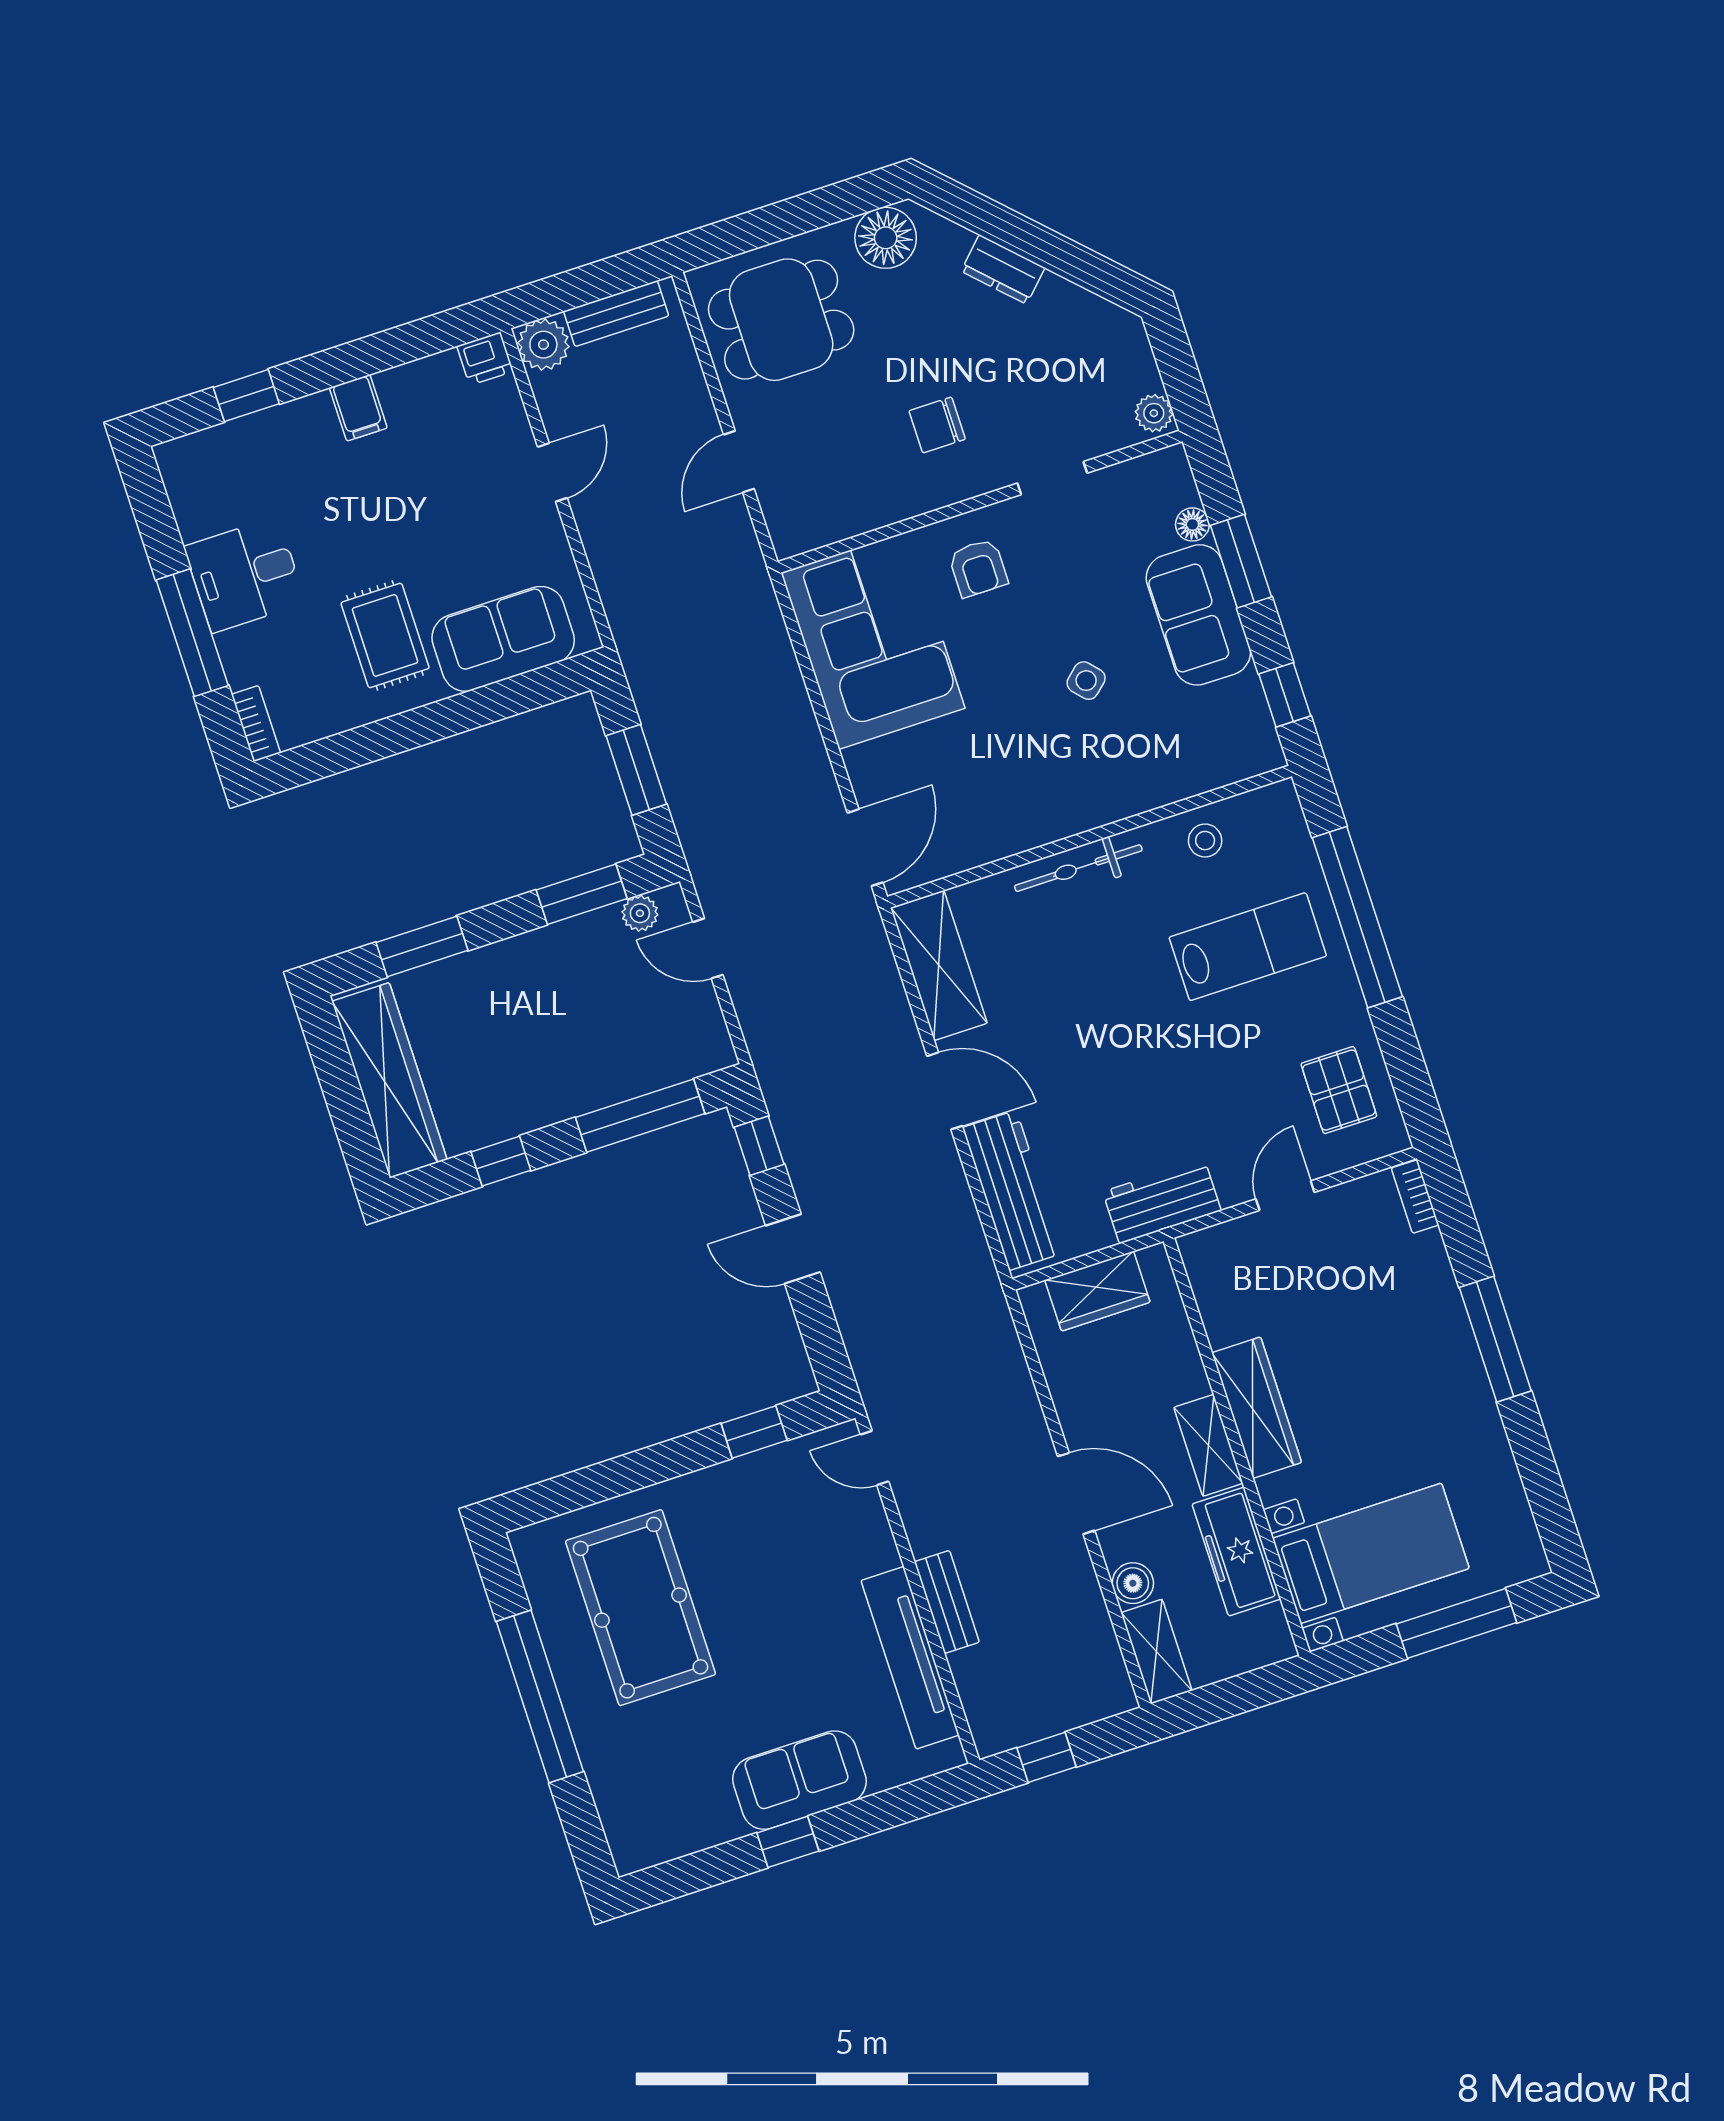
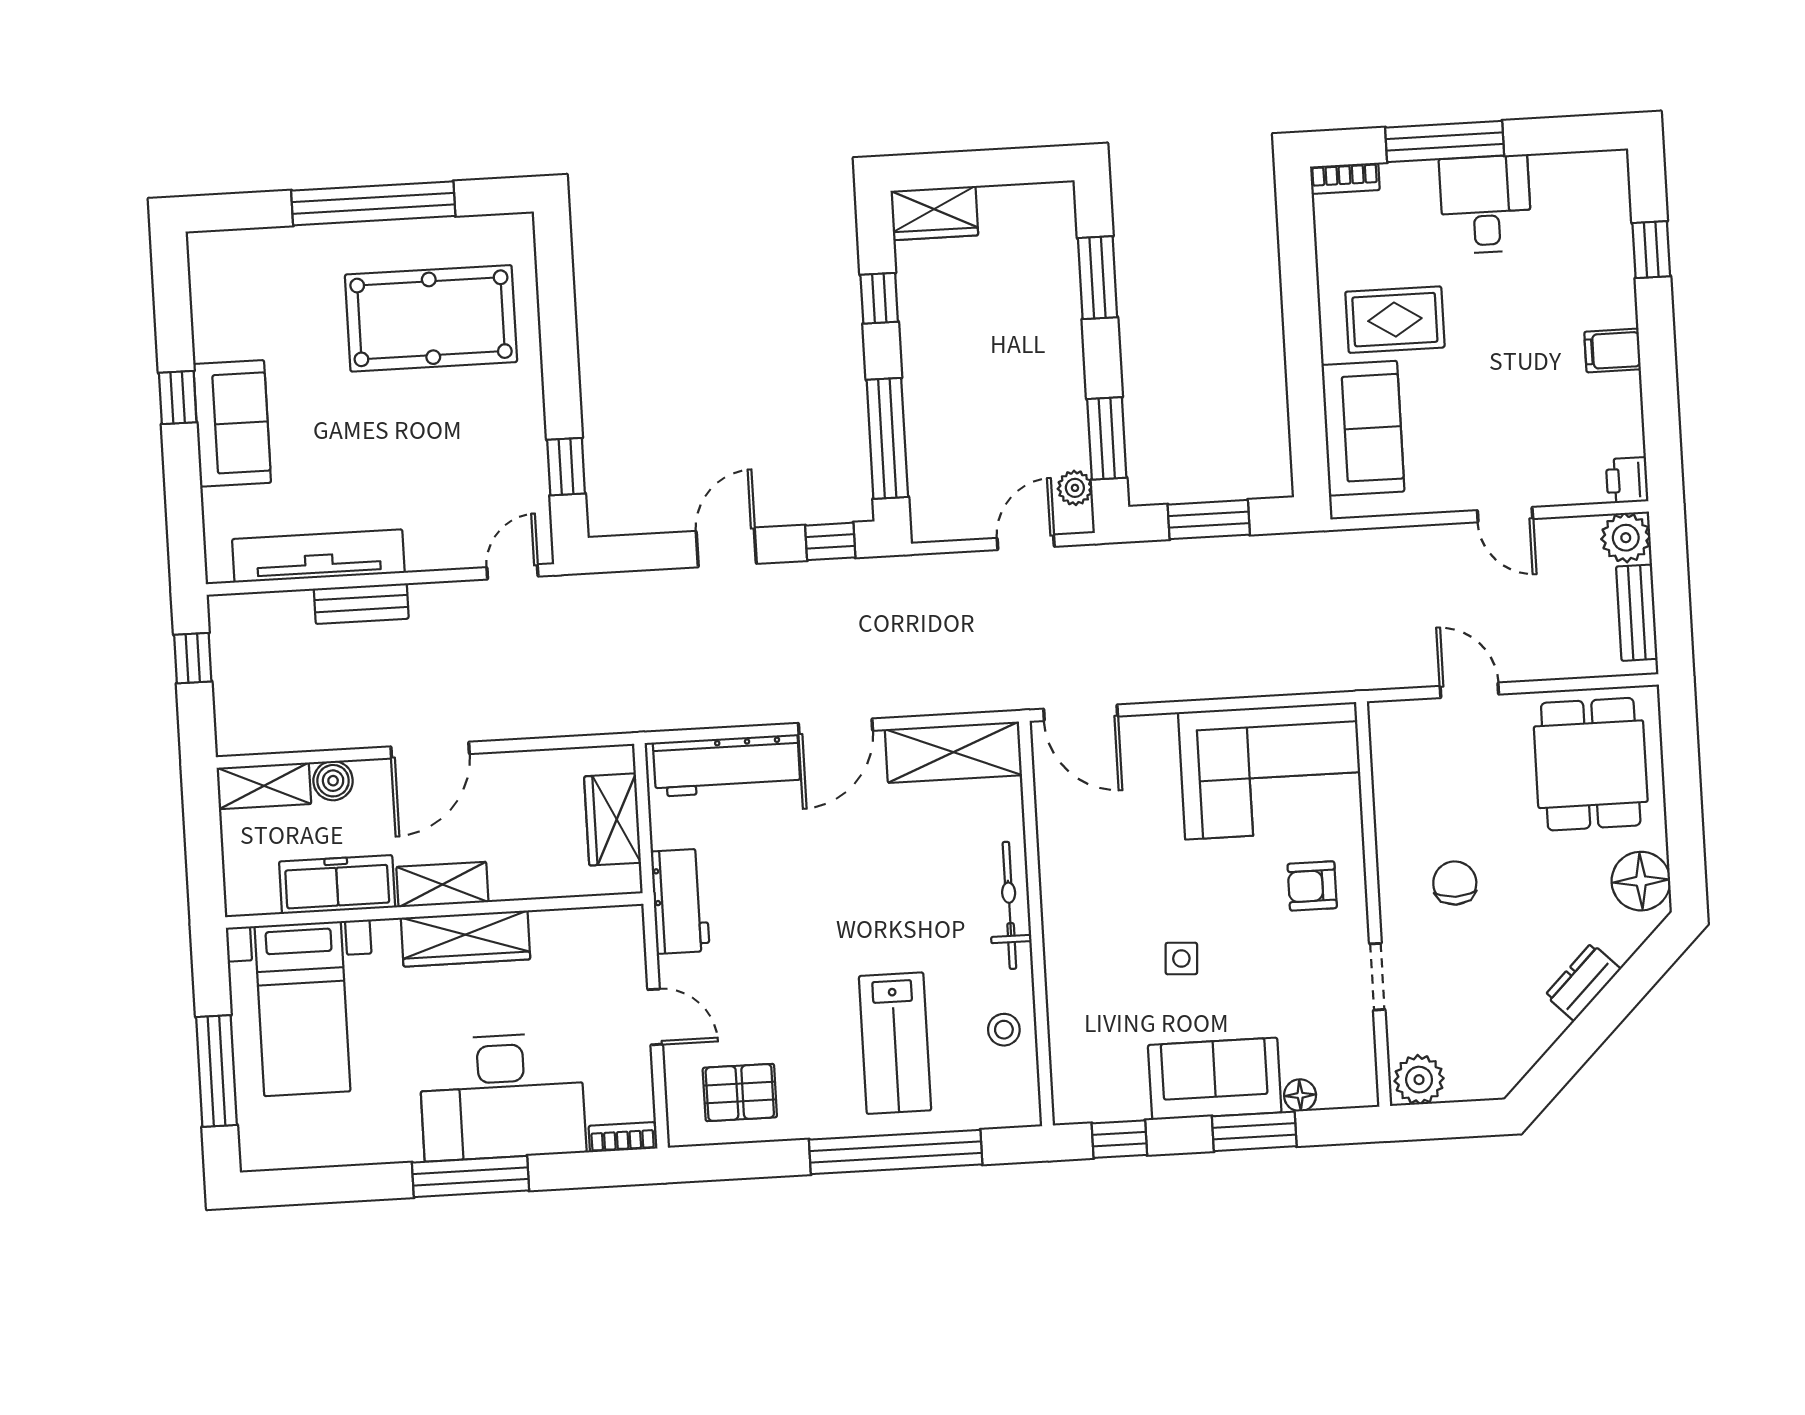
plant: (1154, 413) -> (1419, 1080), width x1.38, depth x1.38
side table: (1086, 681) -> (1181, 958), turned 45
wardrobe: (389, 1080) -> (934, 213), width x0.48, depth x0.85
desk: (1406, 1329) -> (502, 1096), added

